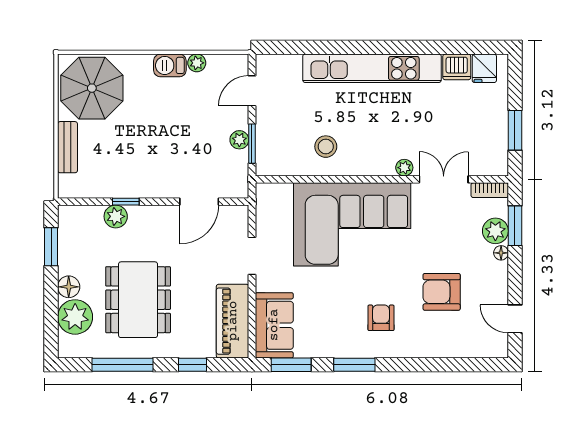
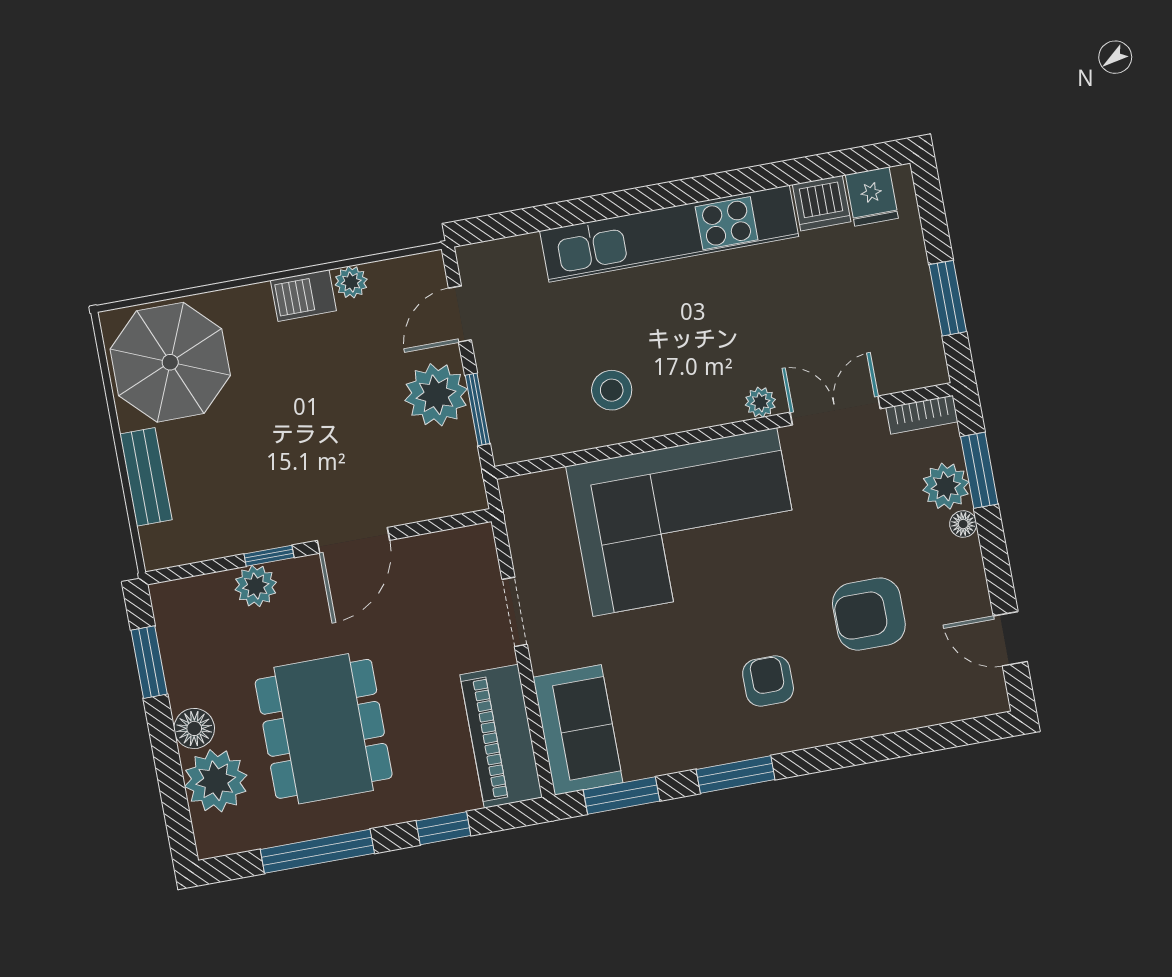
plant: (239, 140) -> (436, 395), width x1.87, depth x1.87
door: (199, 202) -> (353, 540), moved

